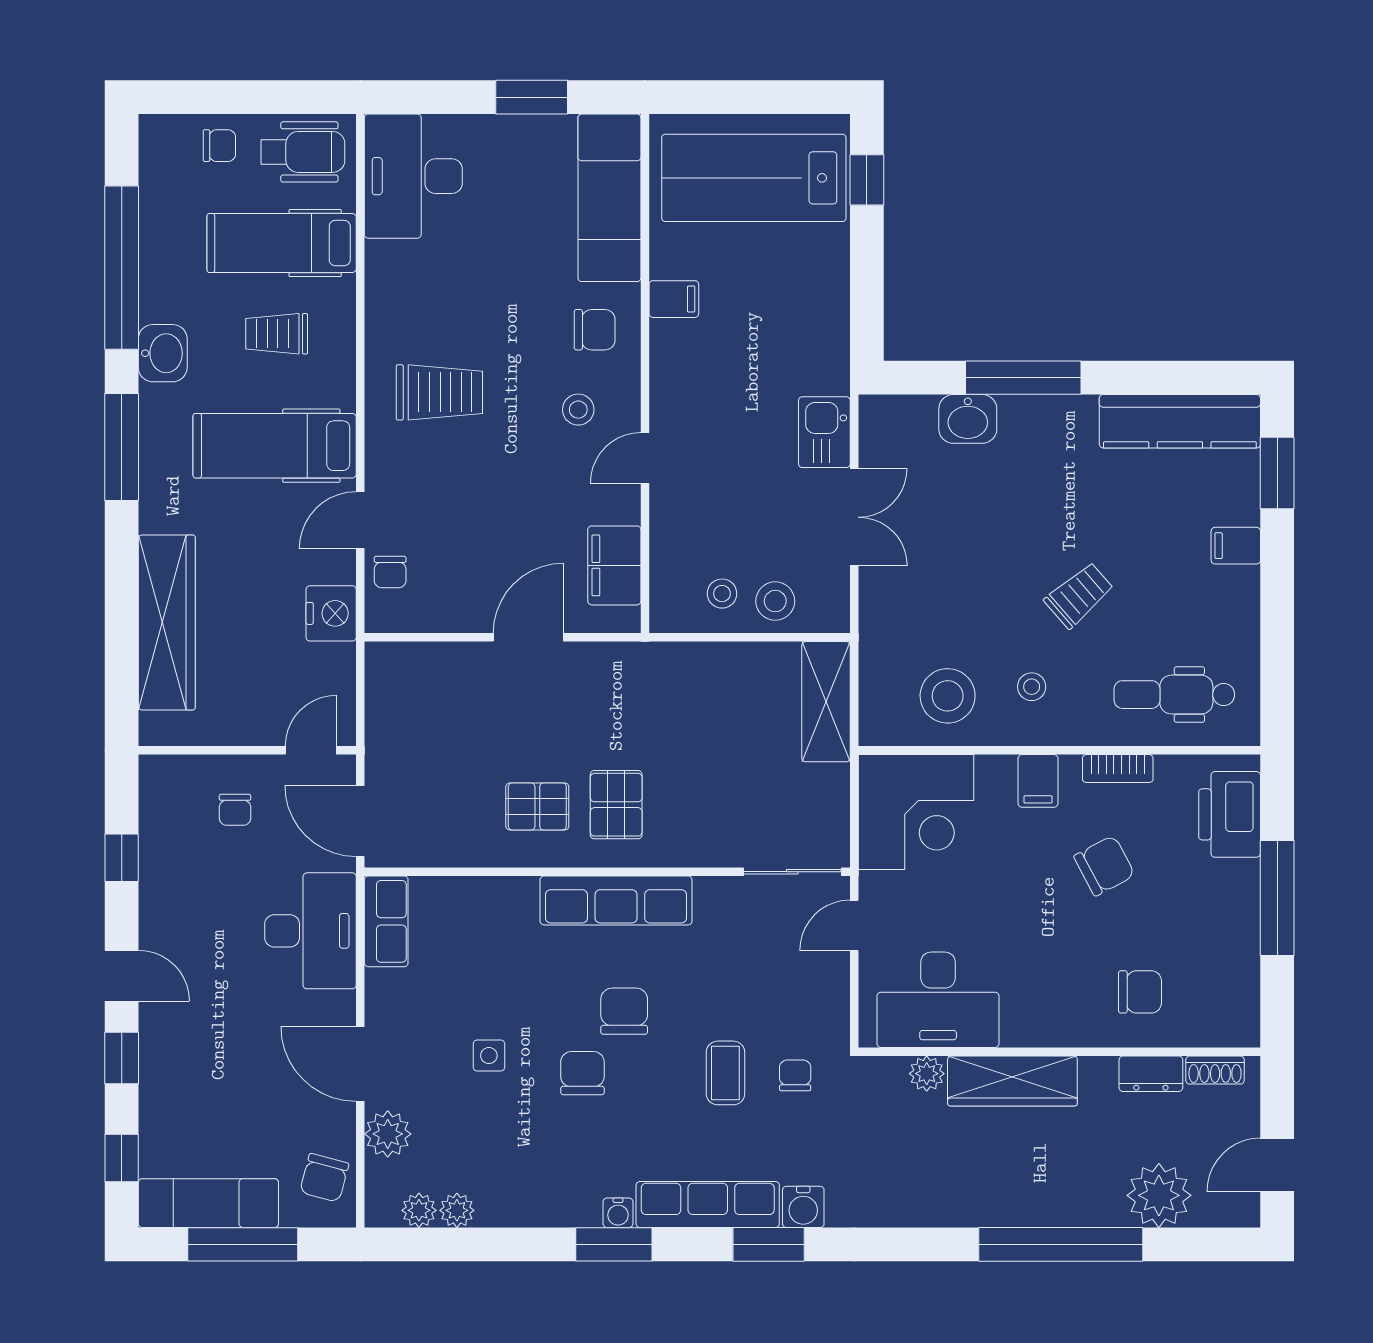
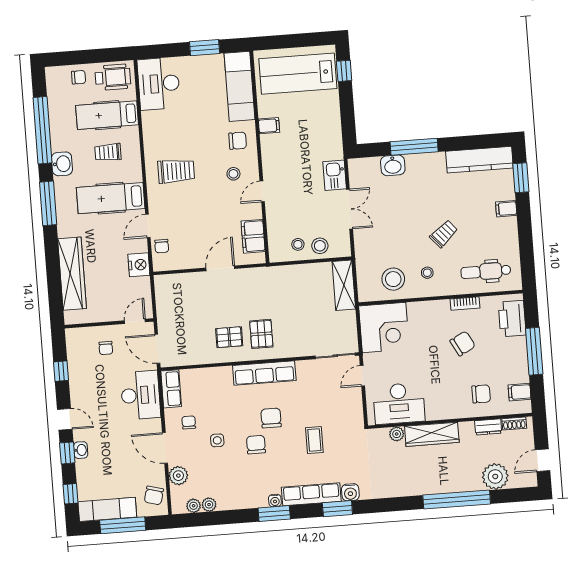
filing cabinet: (1038, 781) -> (520, 392), moved, turned 90
washbasin: (155, 1053) -> (81, 450), added
chair: (795, 1075) -> (189, 422), moved

